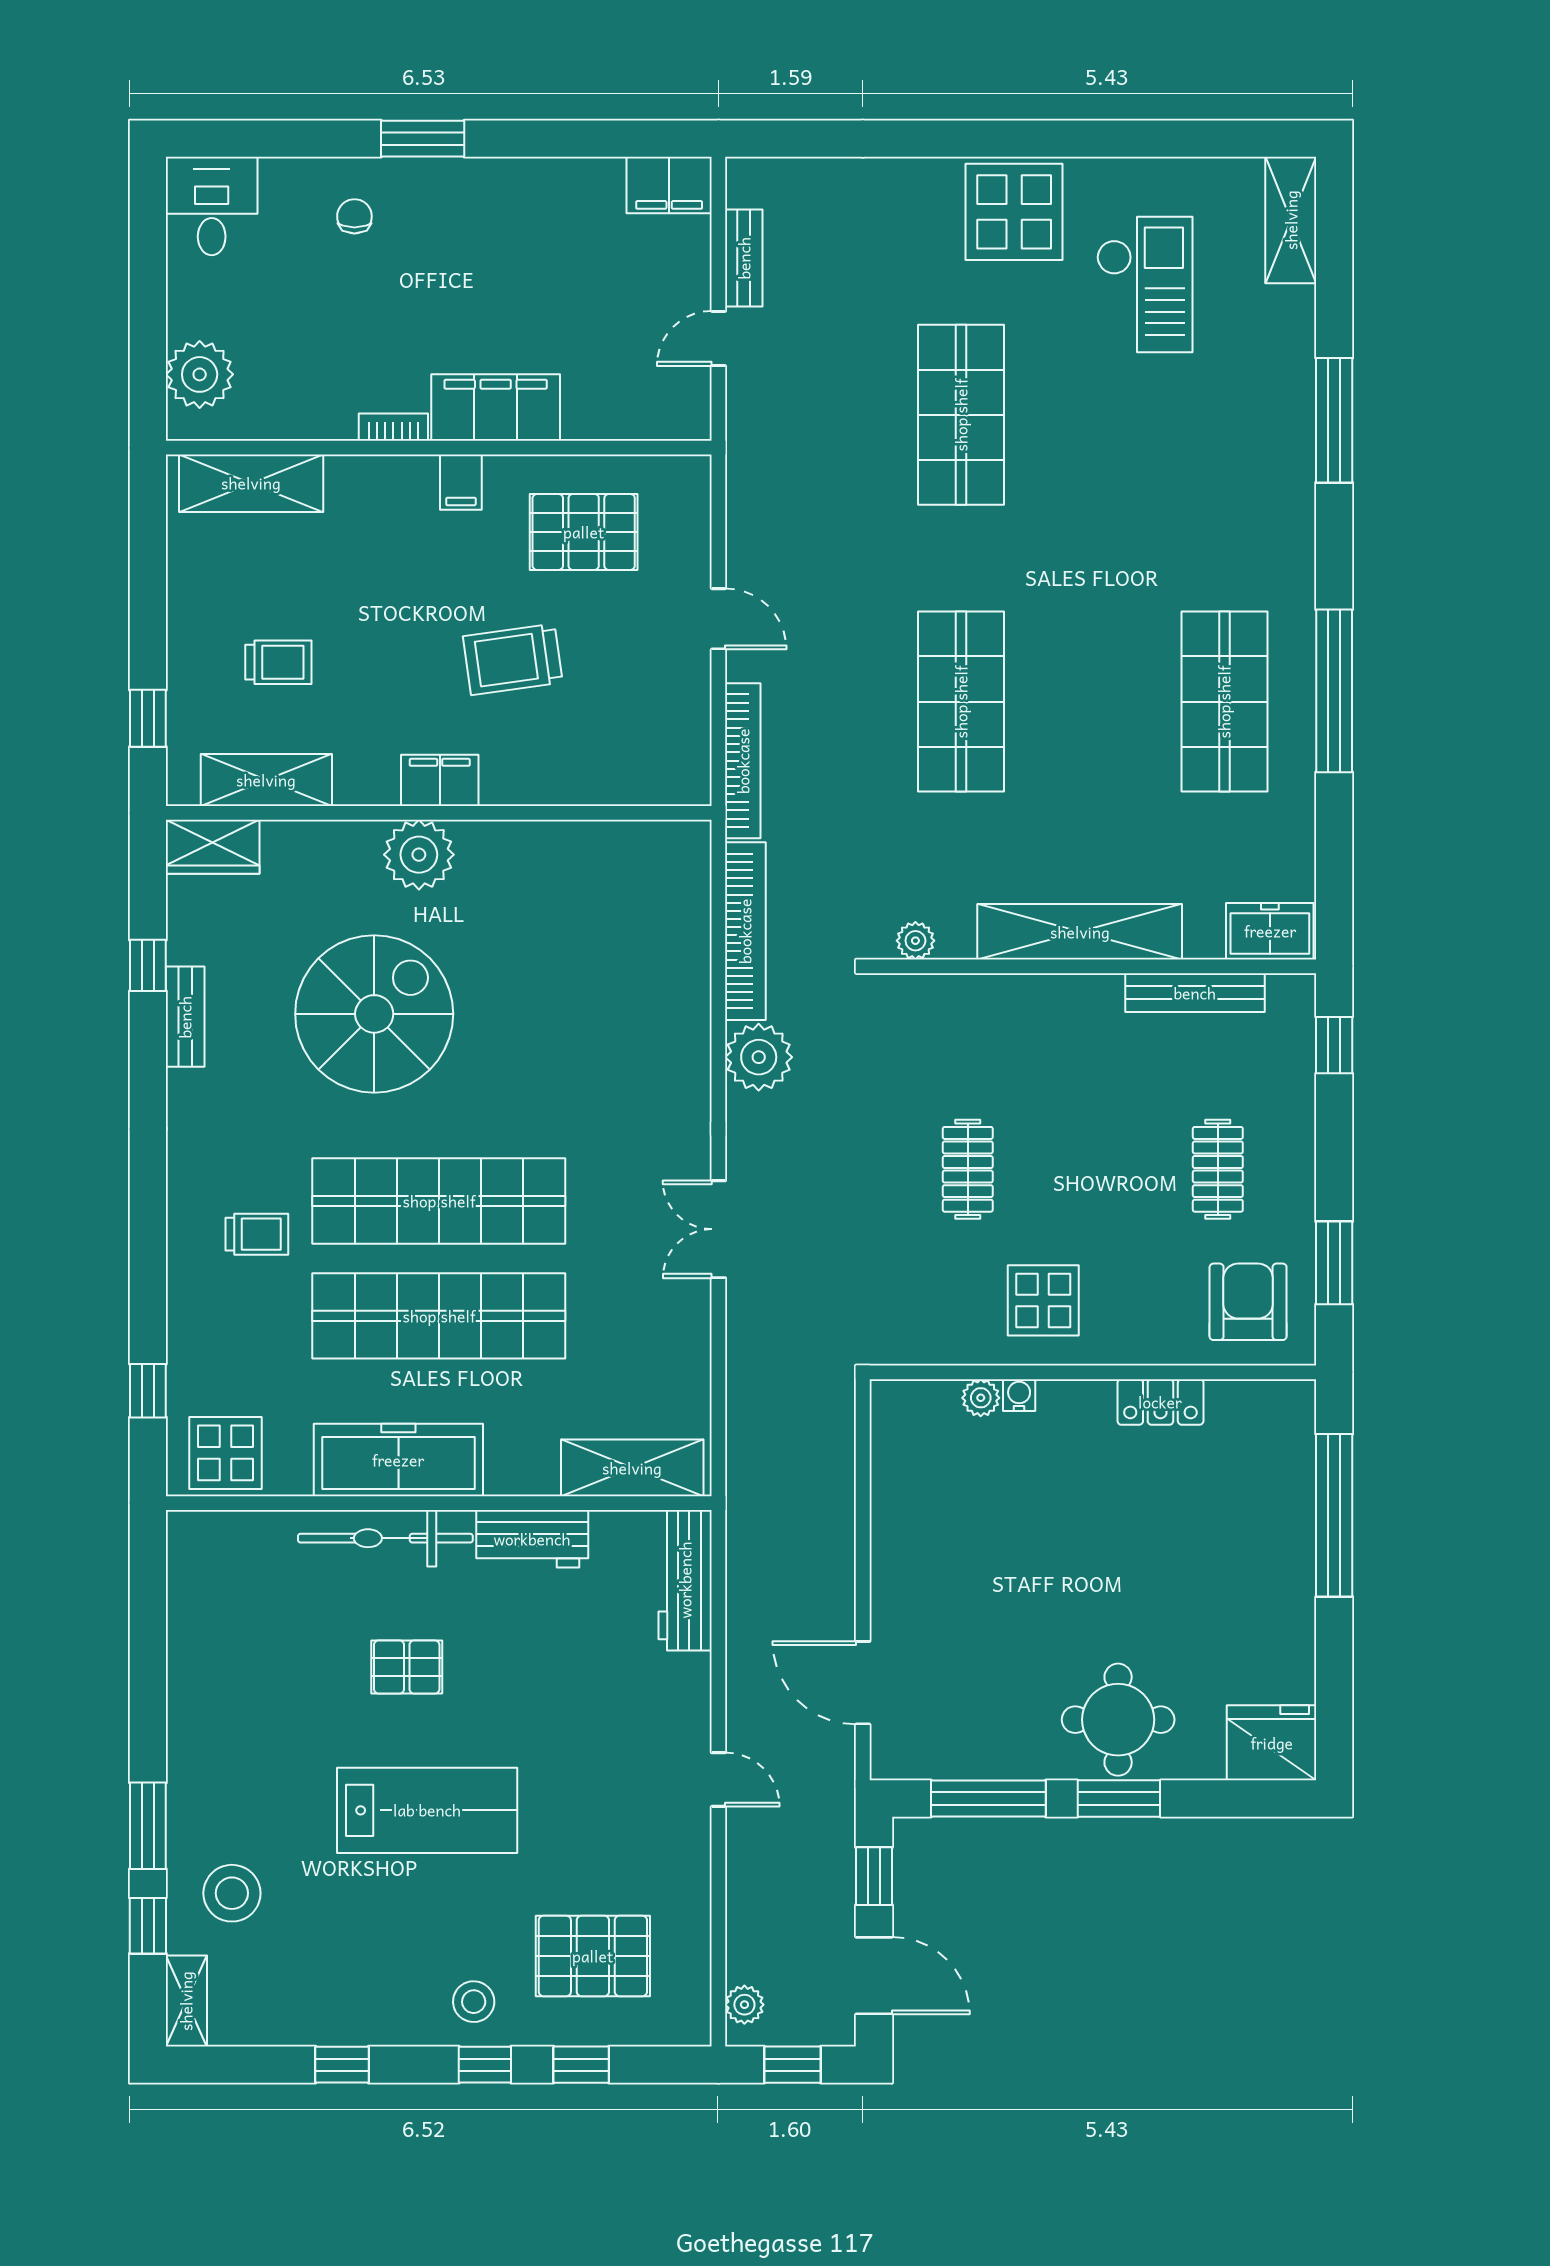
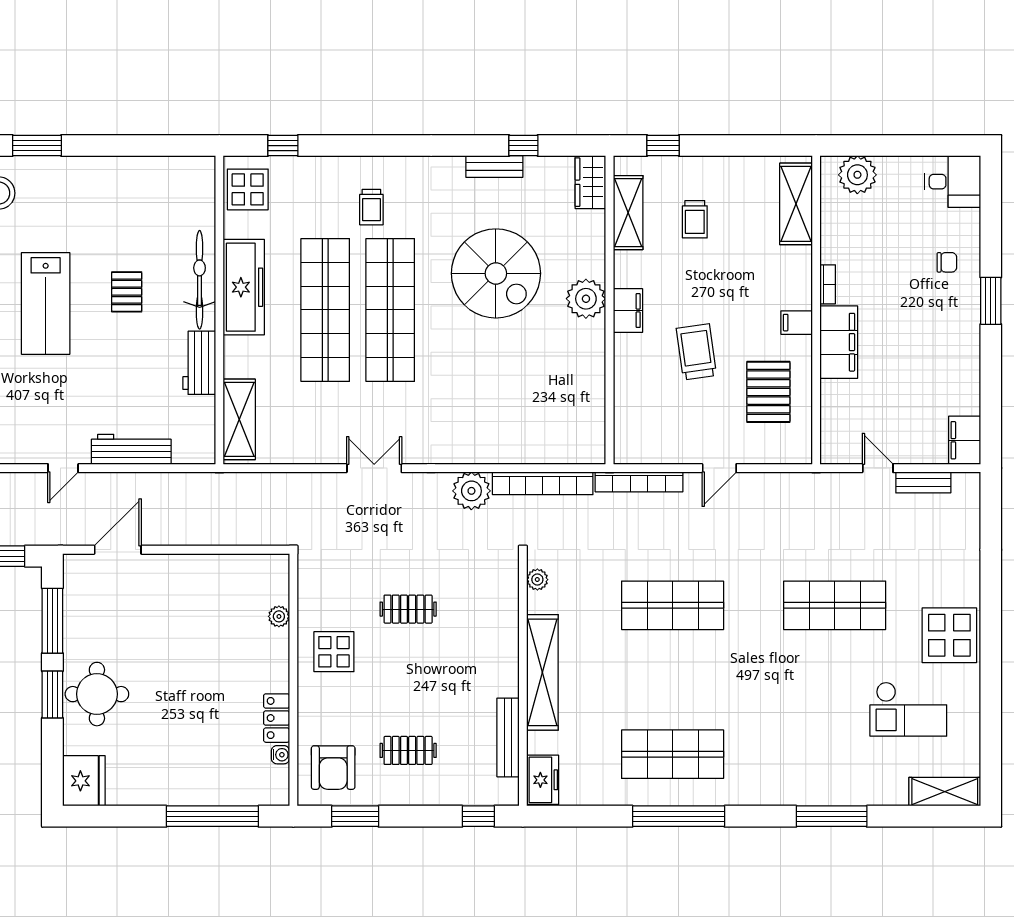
armchair: (1248, 1302) -> (333, 768), turned 90
water cooler: (1019, 1395) -> (280, 755), moved
workbench: (685, 1580) -> (131, 449), moved

